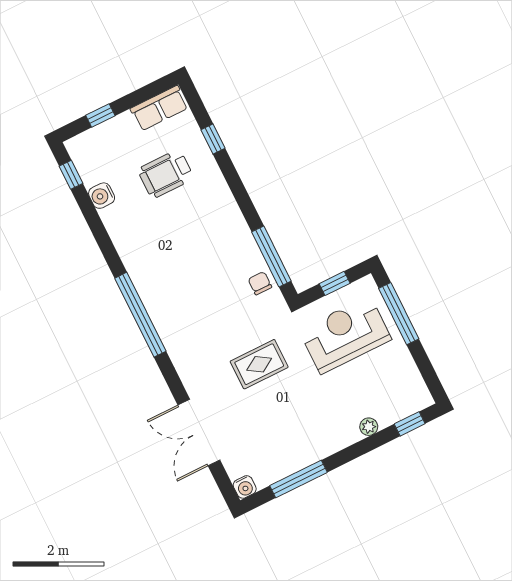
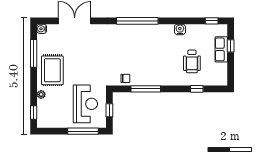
row of seats: (159, 108) -> (221, 49), moved
wheelchair: (166, 174) -> (192, 61), turned 180
water cooler: (102, 196) -> (180, 29), moved
window: (271, 256) -> (146, 89), moved
rug: (259, 364) -> (52, 70), moved, width x1.36, depth x1.43

